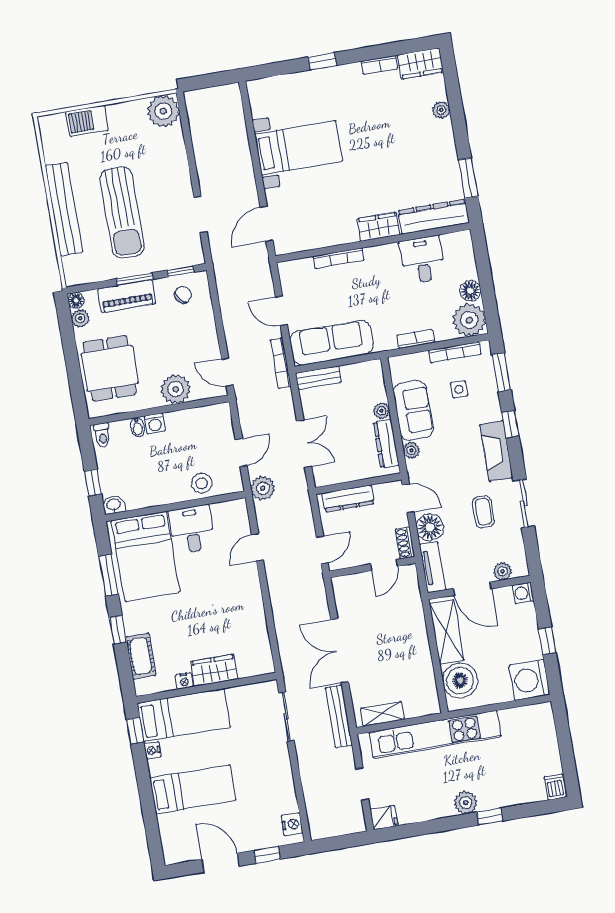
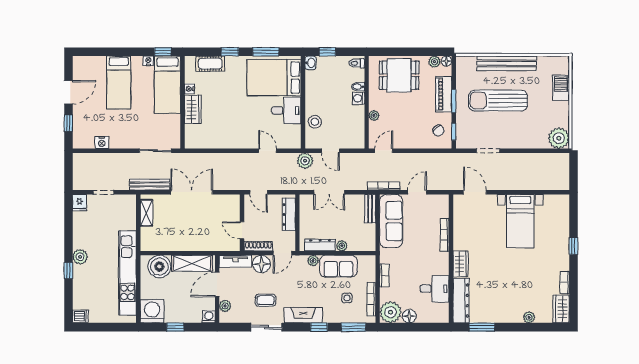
plant: (176, 389) -> (374, 115), width x0.53, depth x0.53
shoe rack: (405, 543) -> (258, 246), width x1.43
kitchen unit: (435, 734) -> (127, 273), moved
nightstand: (292, 824) -> (102, 142), moved

